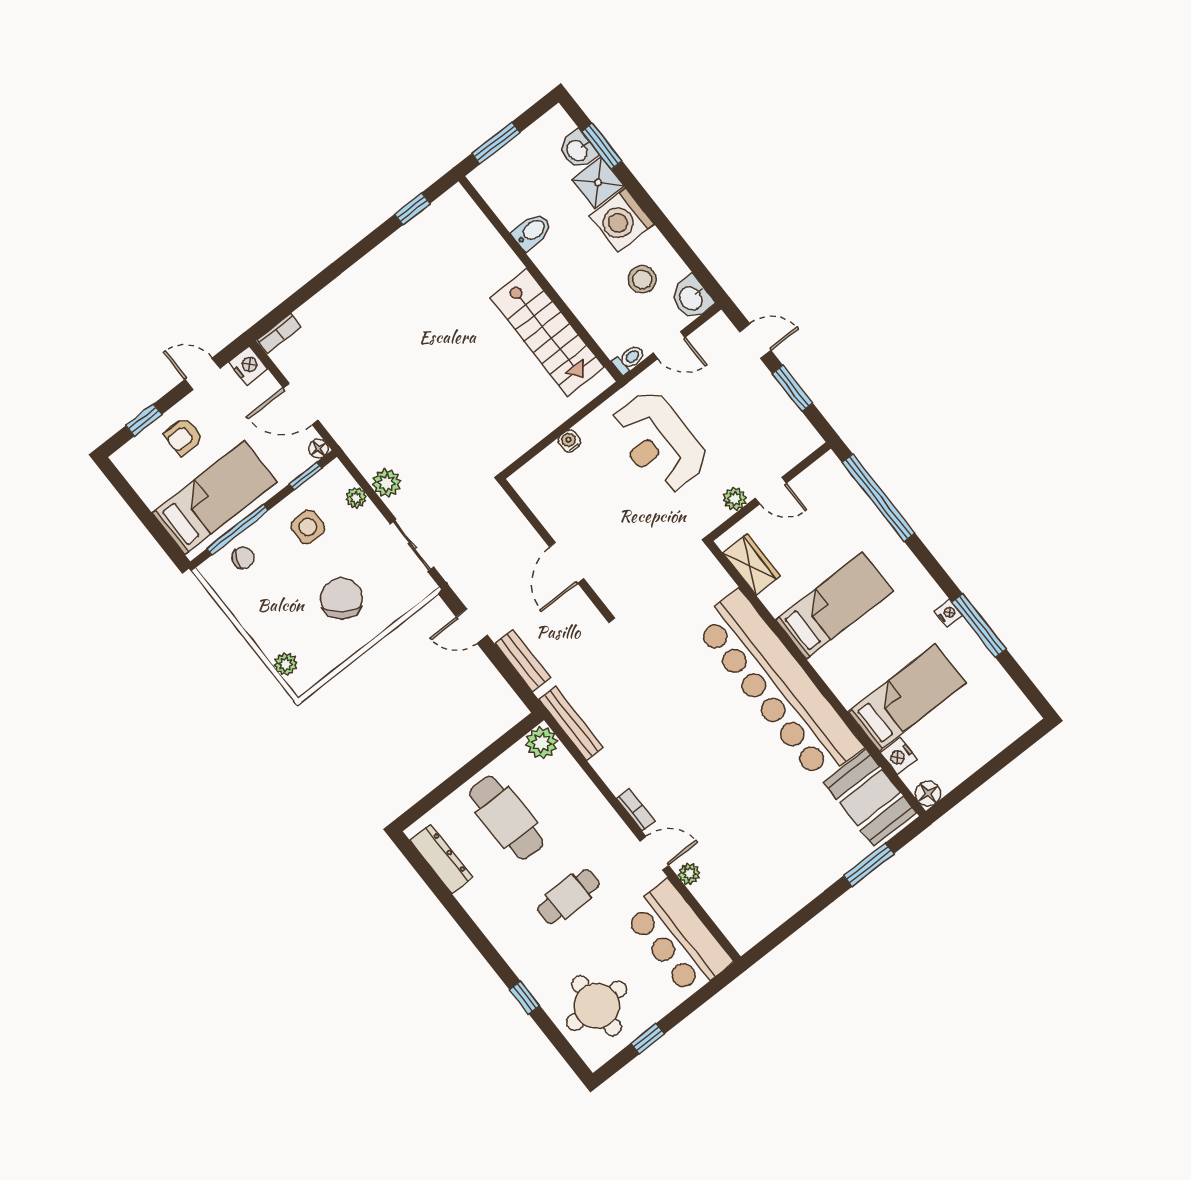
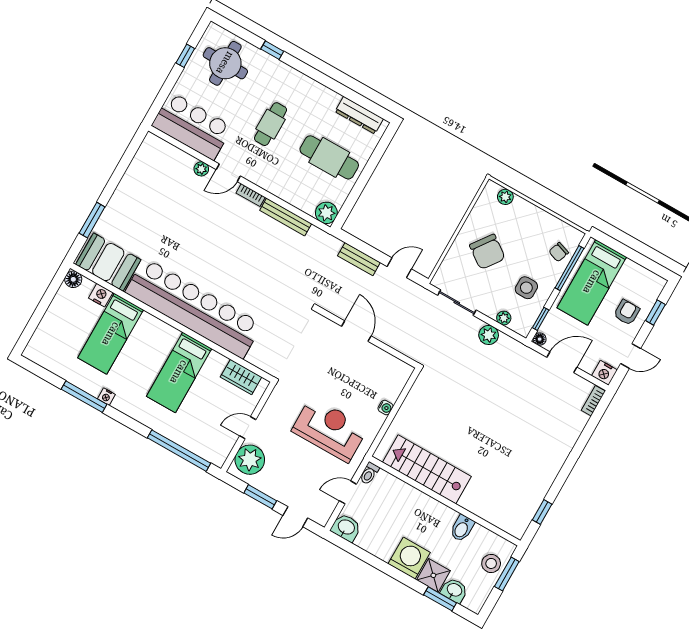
stool: (642, 279) -> (491, 563), moved
plant: (735, 499) -> (250, 460), moved, width x1.88, depth x1.88
bench: (571, 723) -> (286, 217), moved

